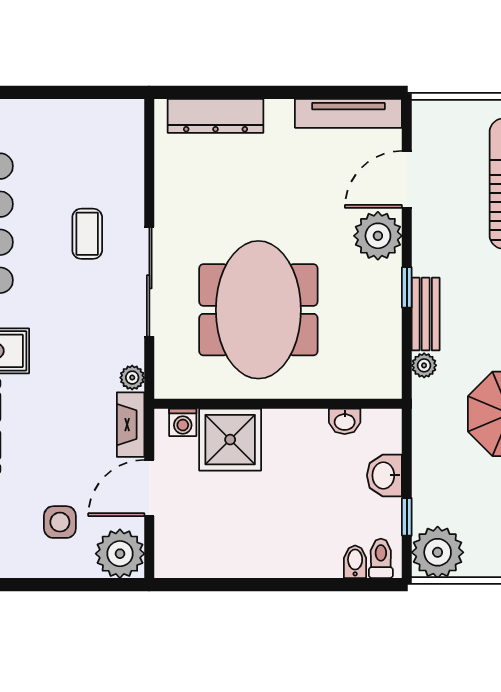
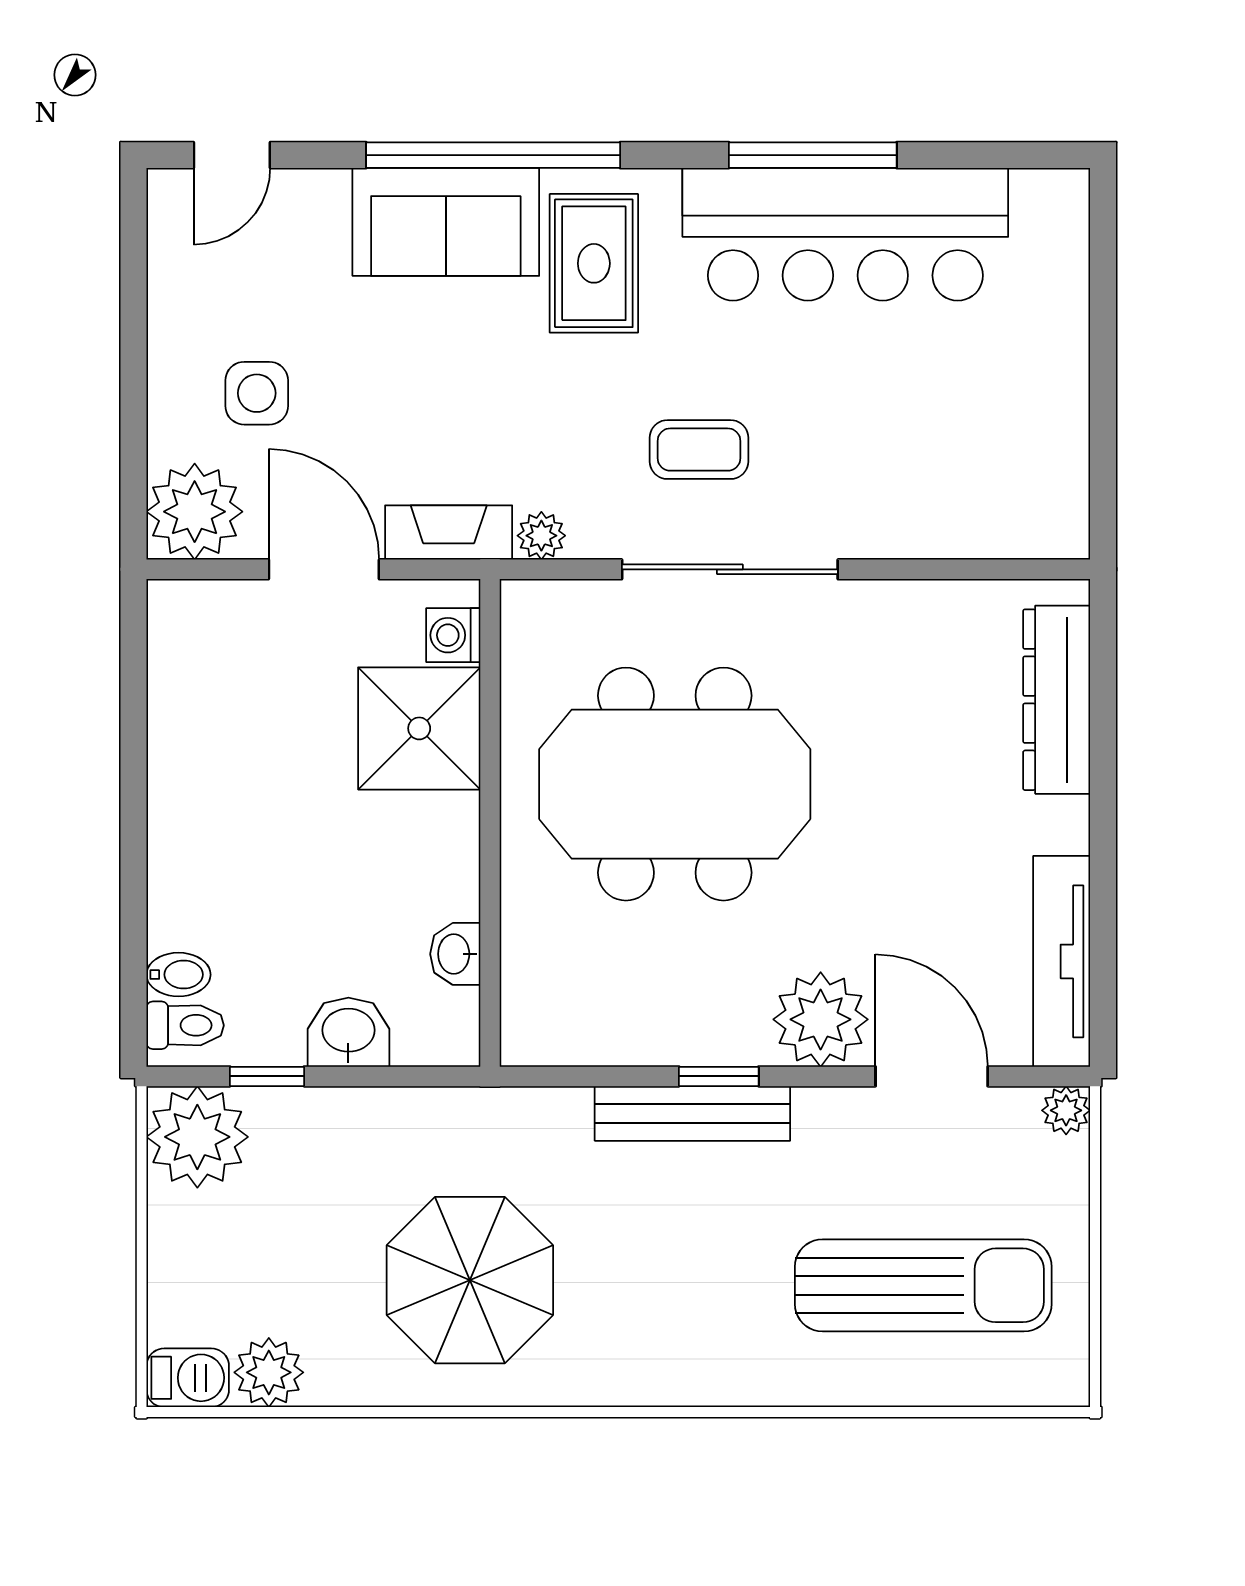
coffee table: (87, 234) -> (699, 450), moved
bench: (426, 314) -> (692, 1113), width x1.36
plant: (424, 365) -> (1066, 1110), moved

